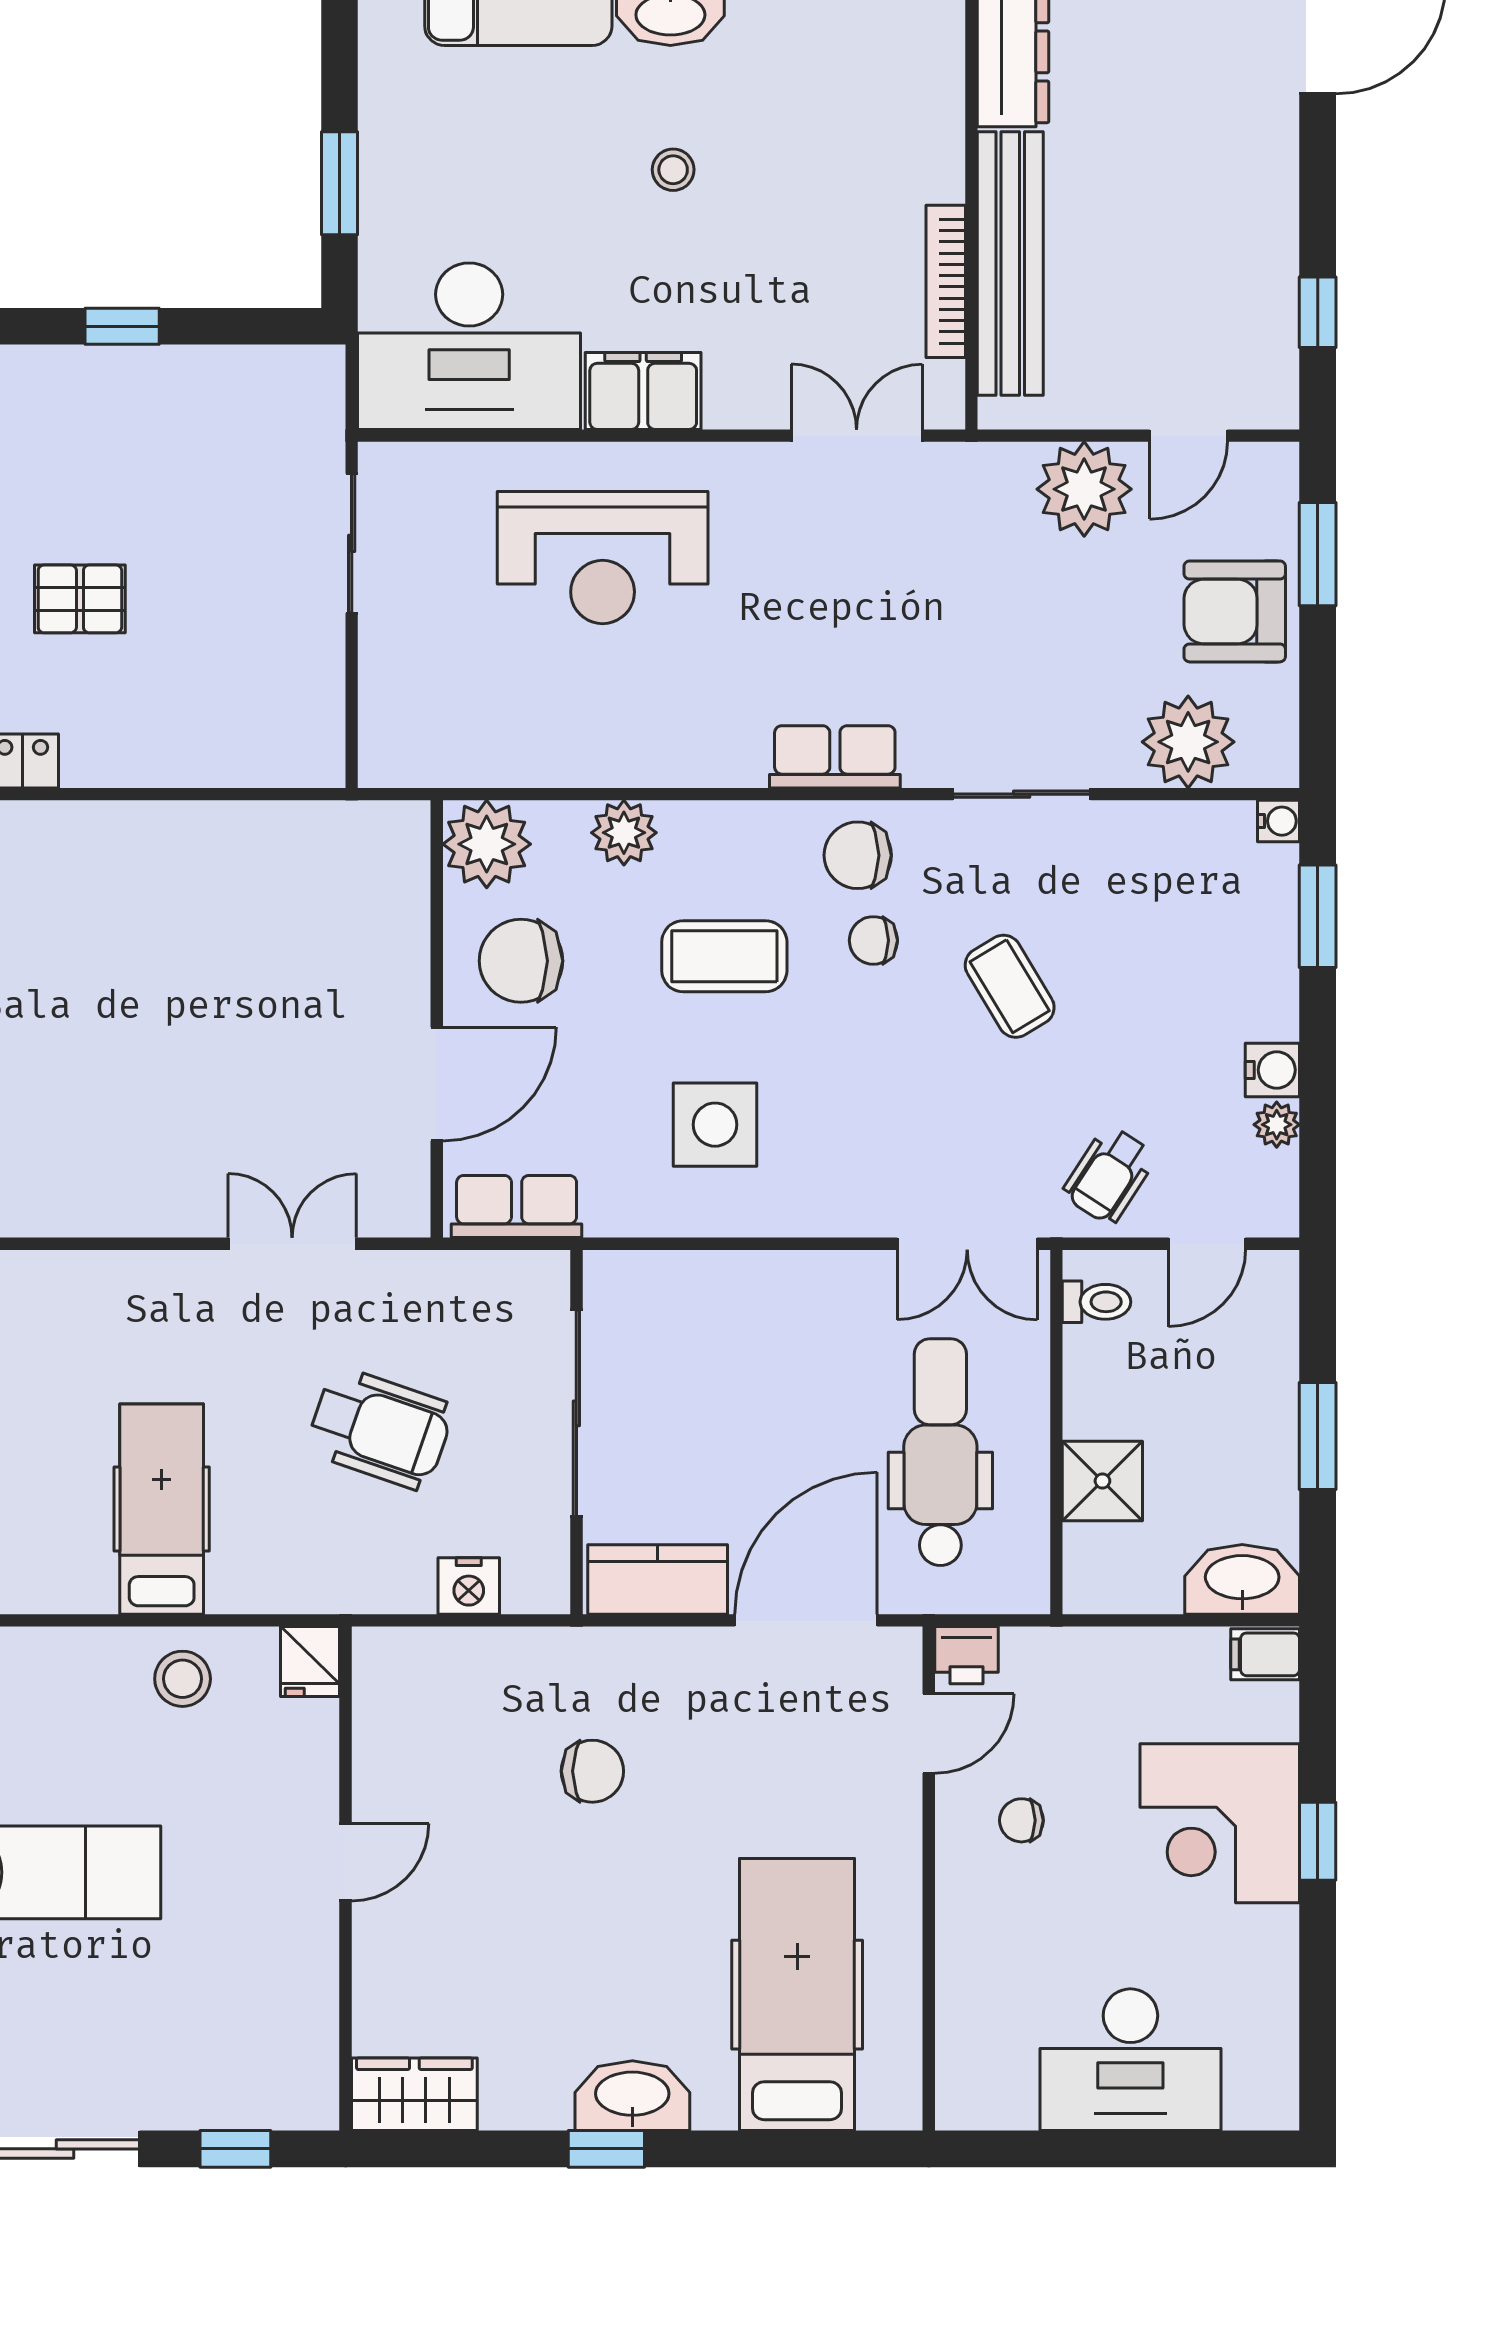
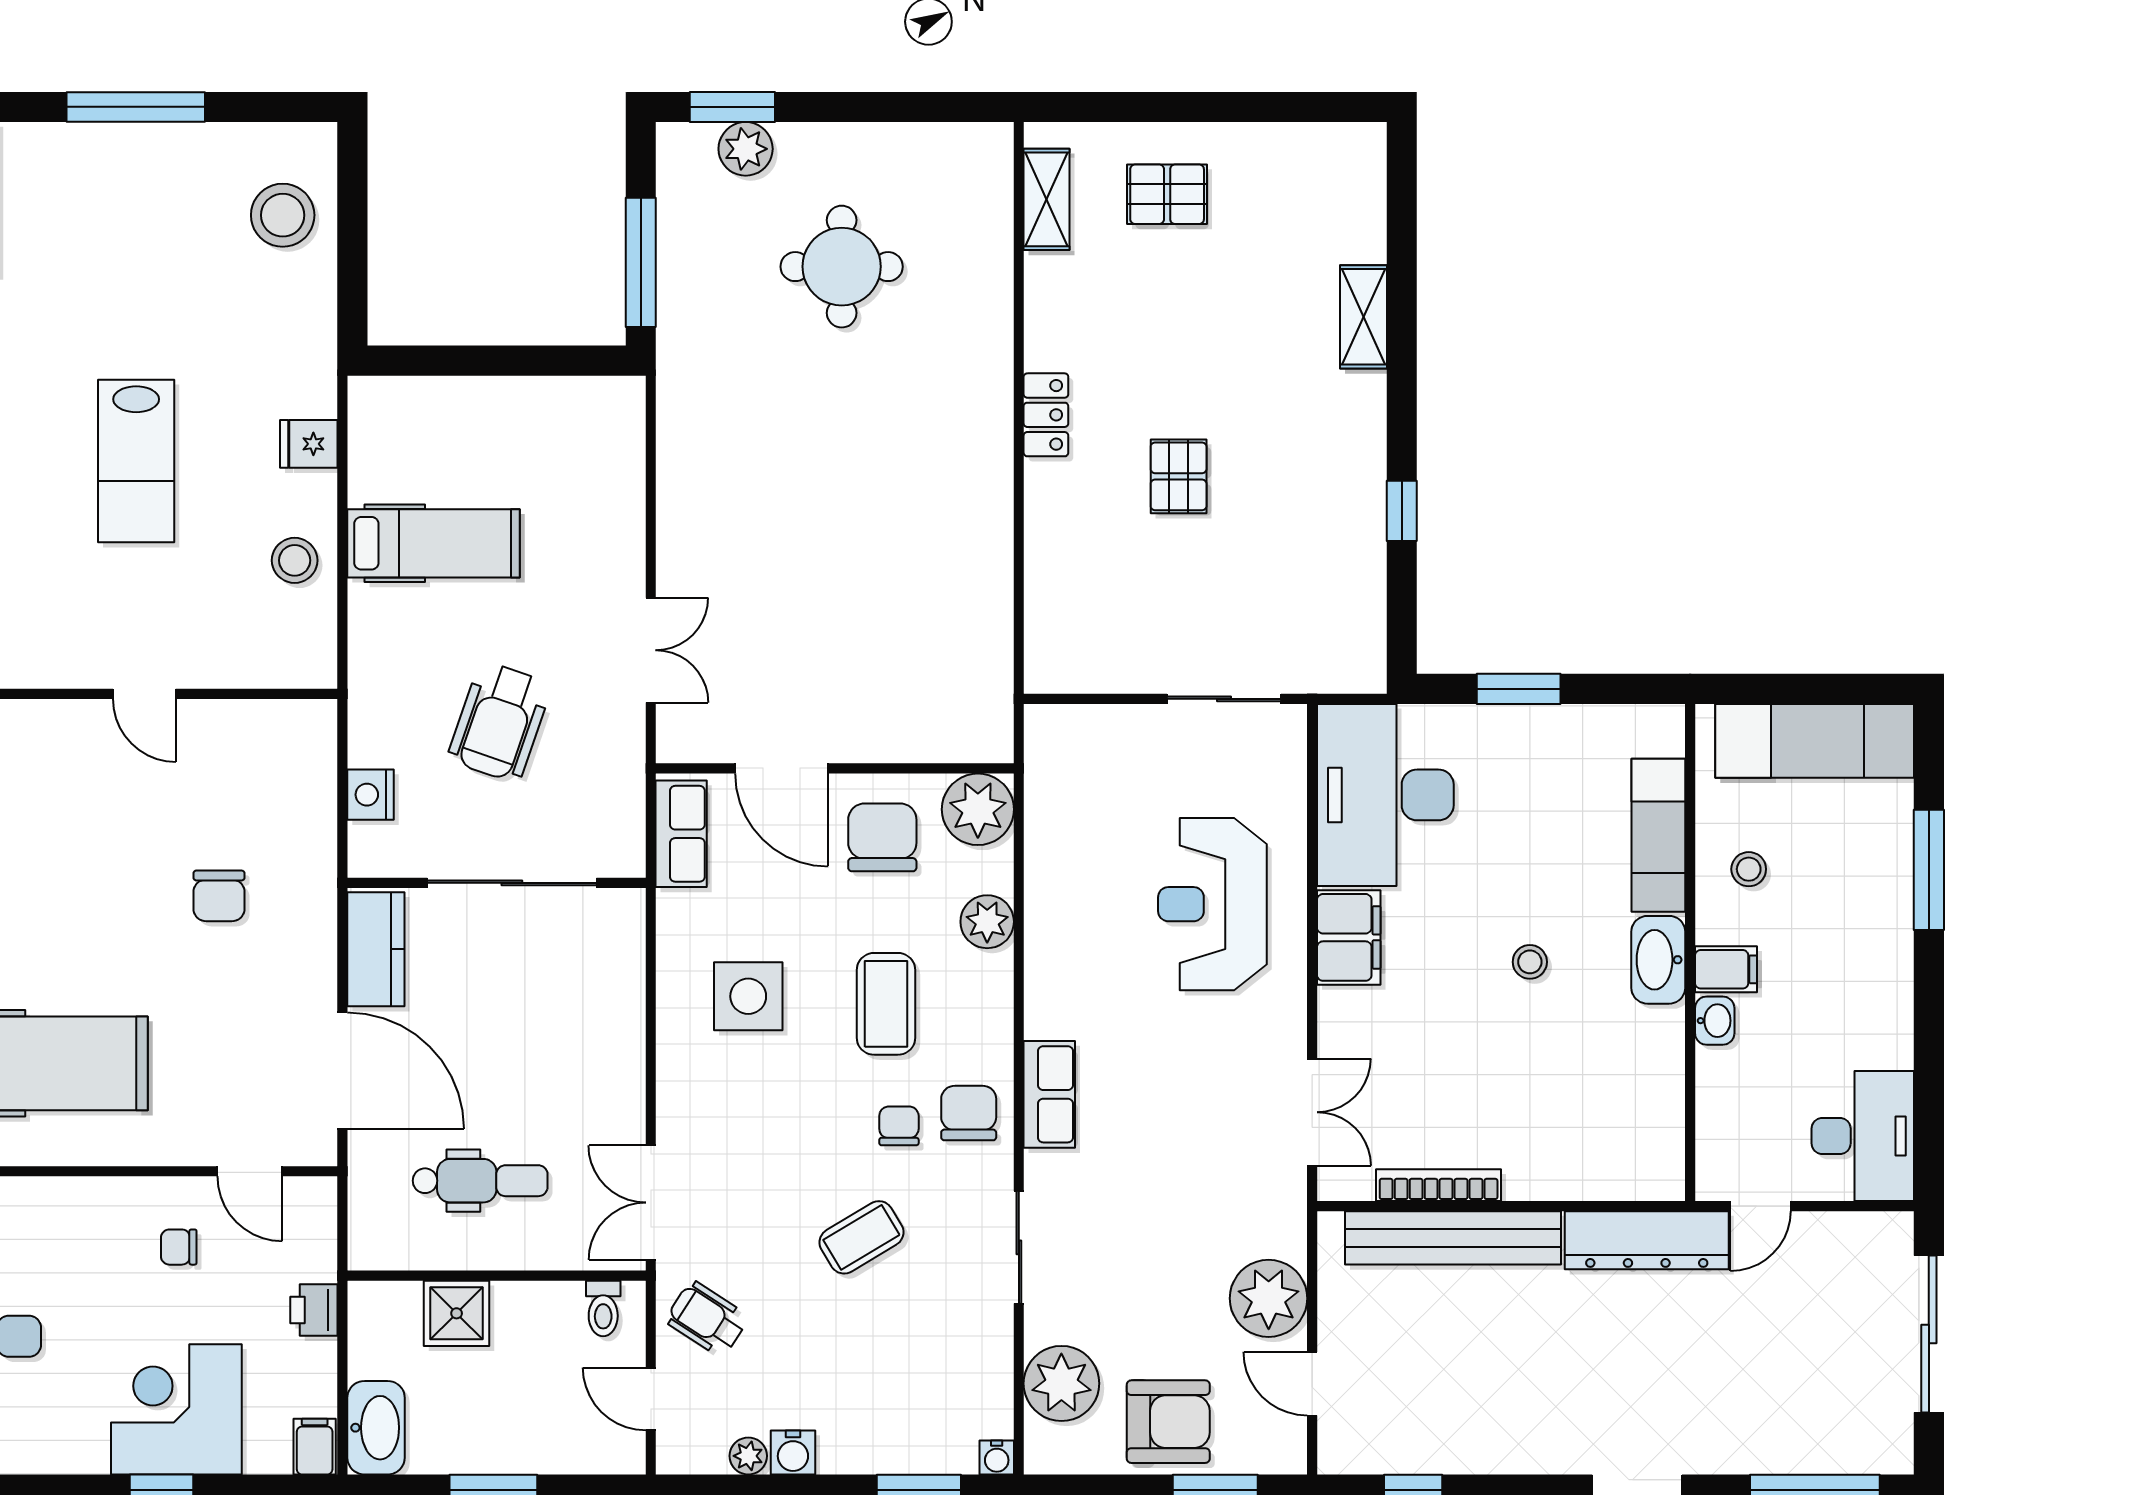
armchair: (1235, 611) -> (1168, 1422), turned 90
dental chair: (940, 1452) -> (480, 1181), width x0.73, depth x0.72
printer: (967, 1655) -> (314, 1310), moved
fridge: (310, 1661) -> (309, 444), moved
chair: (1021, 1820) -> (179, 1247), turned -90

